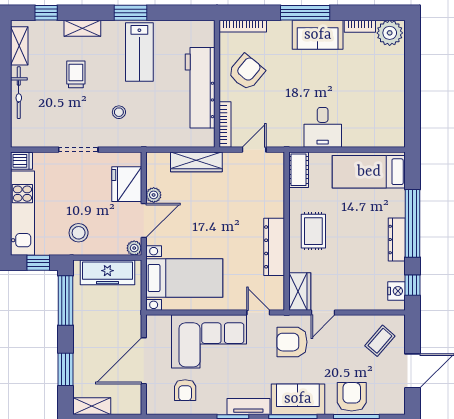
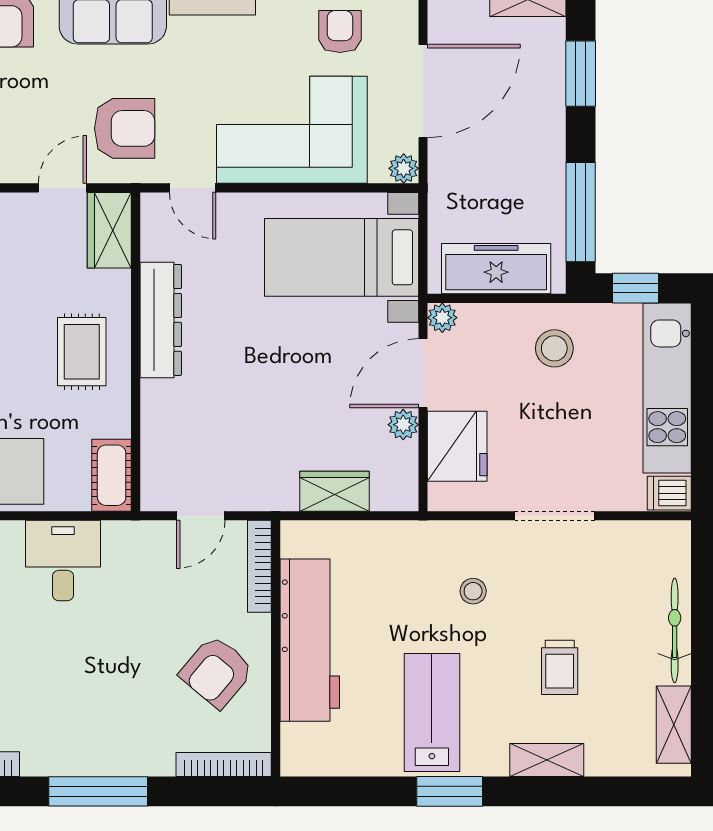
window: (46, 13) -> (620, 791), removed
sofa: (318, 35) -> (73, 747), removed
wardrobe: (196, 162) -> (335, 491), width x0.67
plant: (153, 322) -> (404, 168), added

